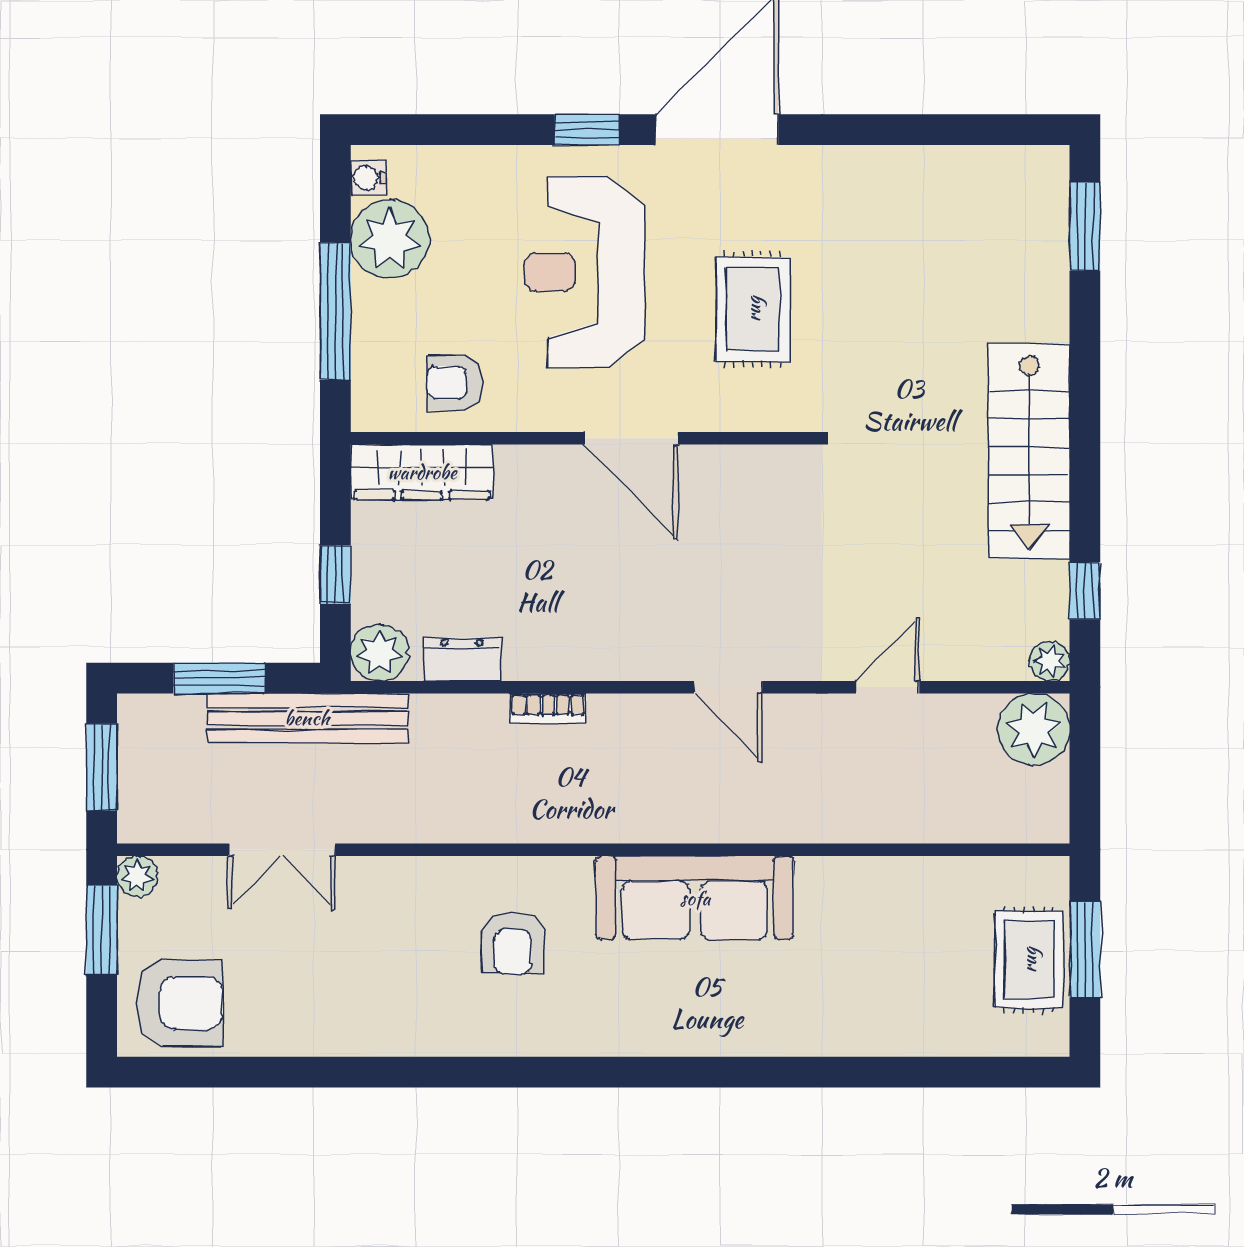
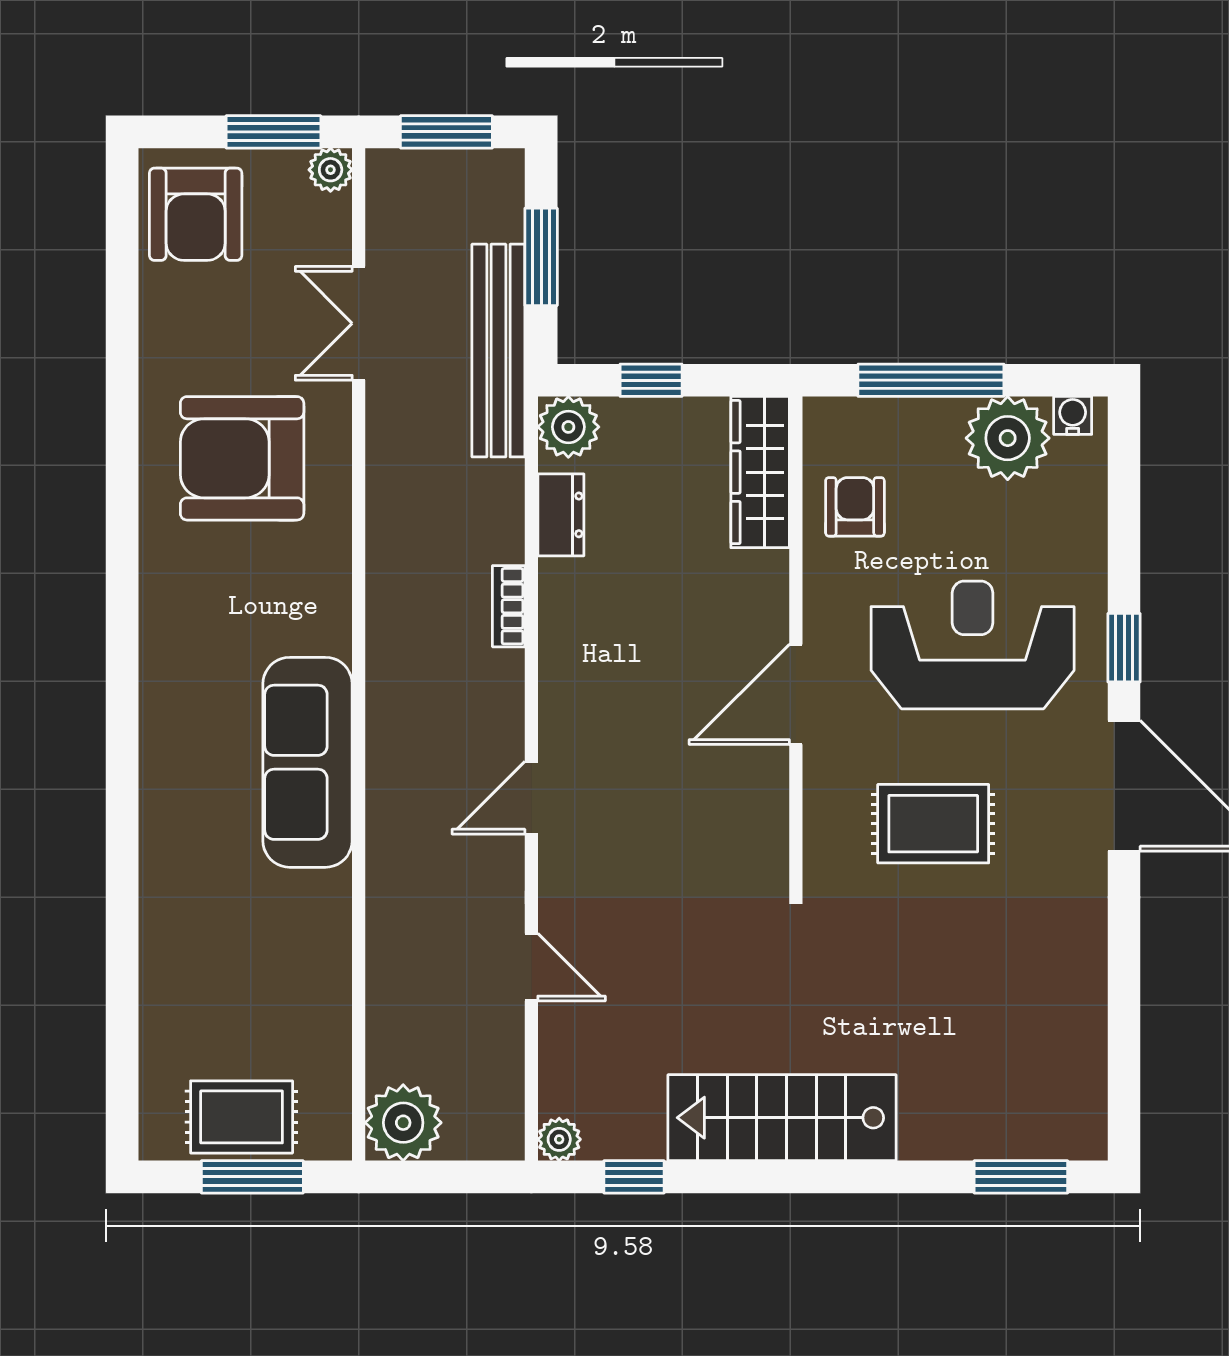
plant: (1034, 729) -> (403, 1123), moved
armchair: (513, 943) -> (242, 458), moved, width x1.88, depth x1.88

